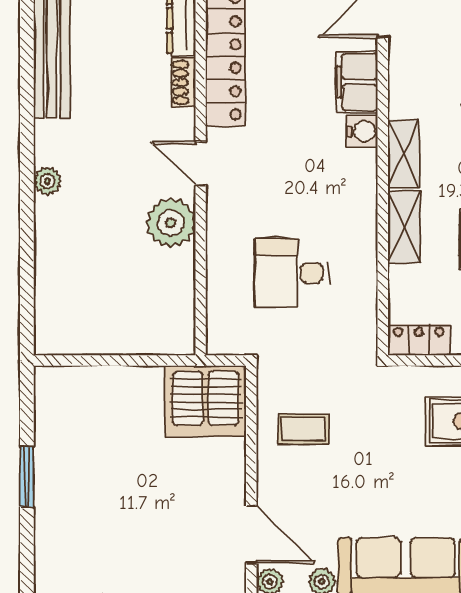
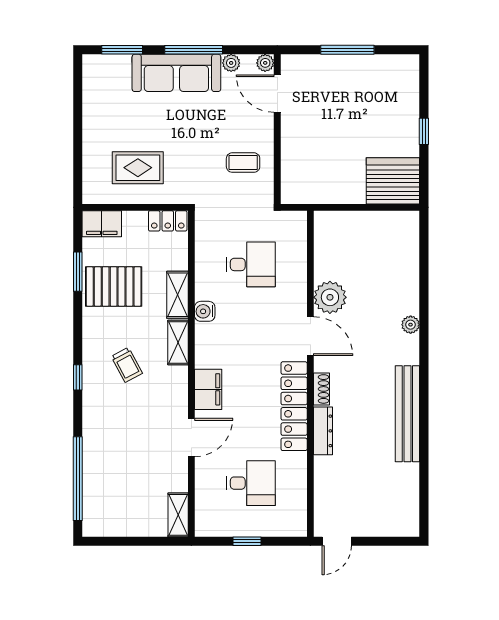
water cooler: (362, 131) -> (205, 311), moved
door: (201, 163) -> (310, 336), width x1.38
server rack: (206, 401) -> (393, 181), moved
window: (27, 477) -> (424, 131), width x0.67

